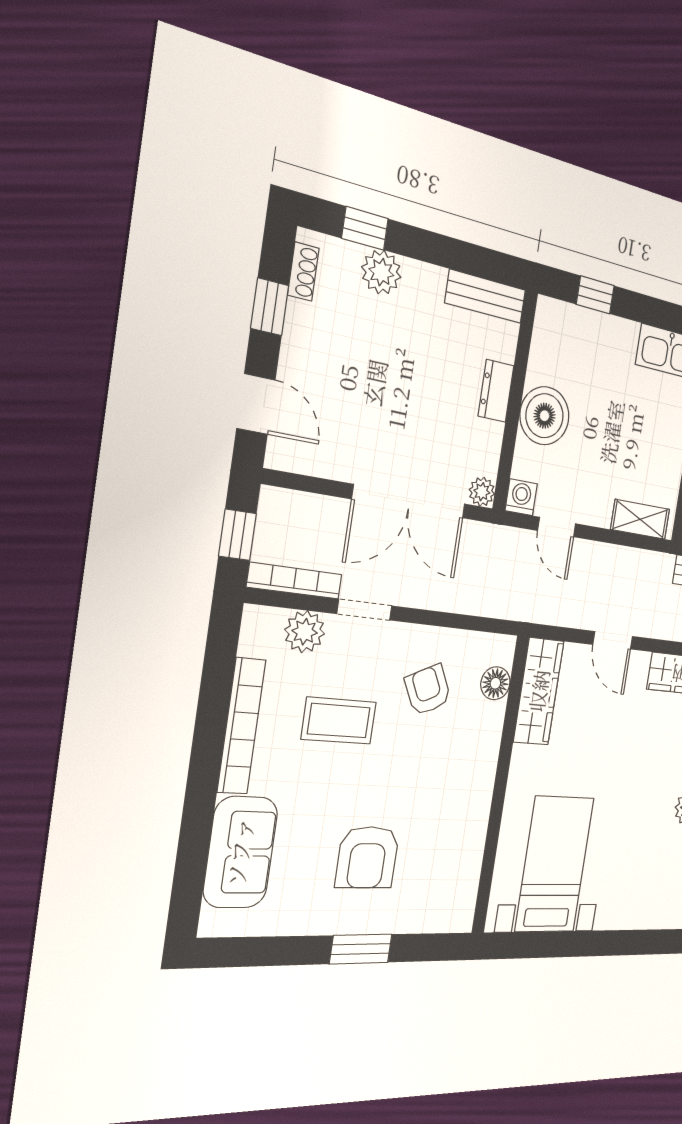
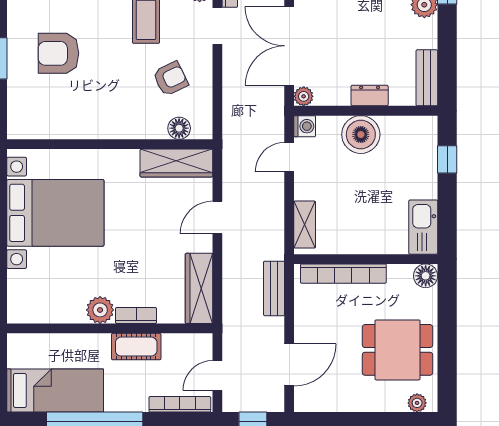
bed with nightstands: (555, 864) -> (55, 213), width x1.36

